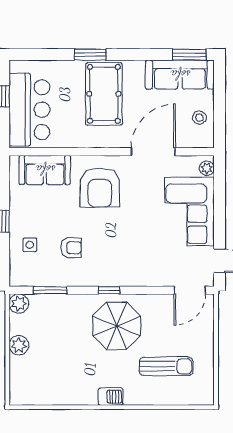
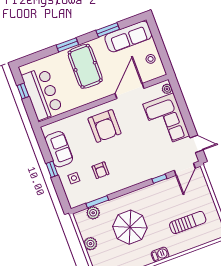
window: (189, 55) -> (108, 30), moved
sofa: (45, 170) -> (59, 149), moved, turned -90
armchair: (71, 248) -> (100, 170), turned 90
window: (109, 290) -> (159, 179), moved
plant: (19, 304) -> (93, 213), moved
parasol: (117, 326) -> (130, 227), moved

